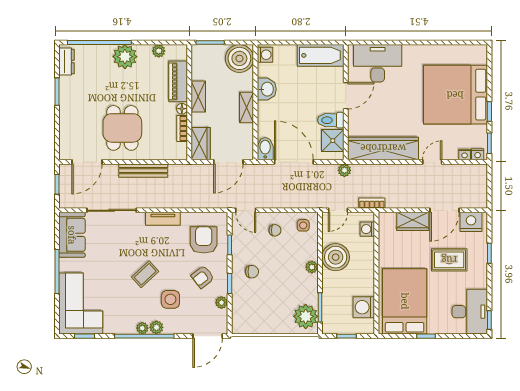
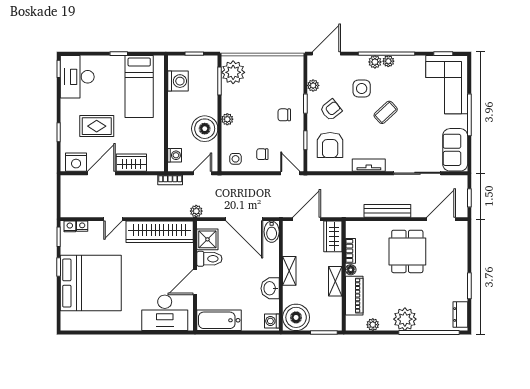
bed: (405, 301) -> (139, 87), width x0.67

